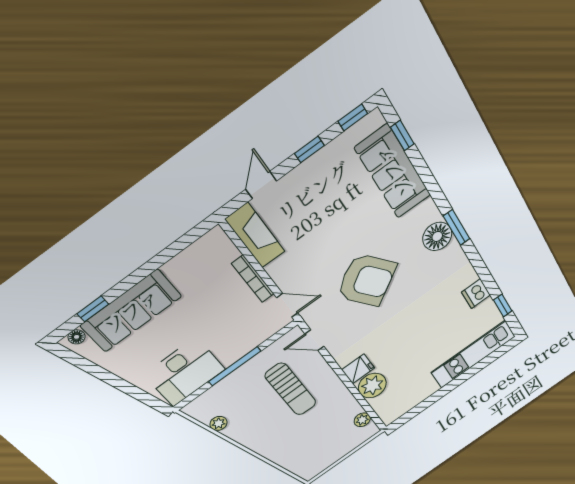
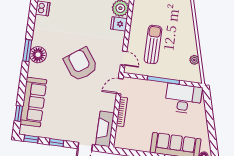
door: (287, 305) -> (120, 86), hinge flipped

